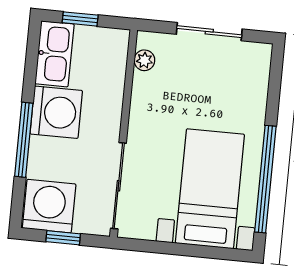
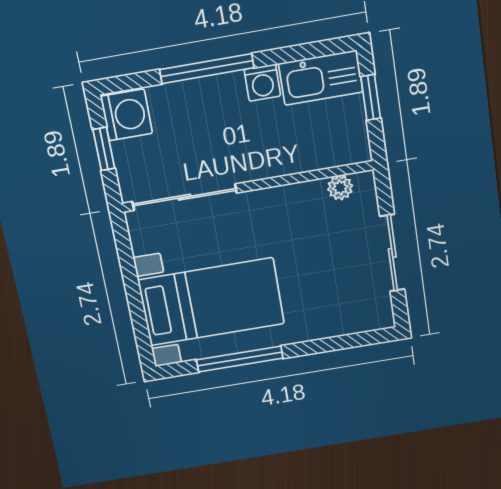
washing machine: (56, 112) -> (262, 83), width x0.53, depth x0.53
window: (265, 179) -> (240, 359), width x0.68
washing machine: (49, 206) -> (126, 115), width x0.73, depth x0.73

